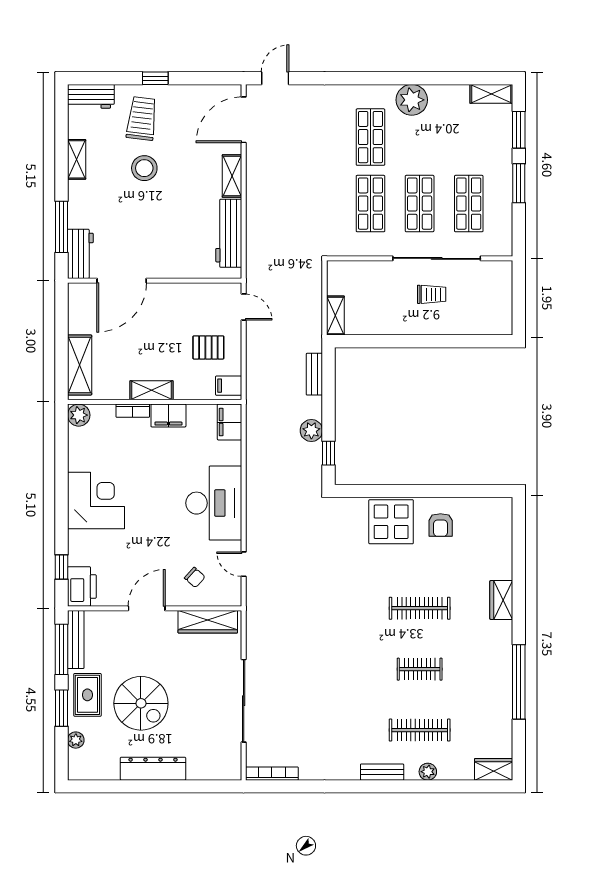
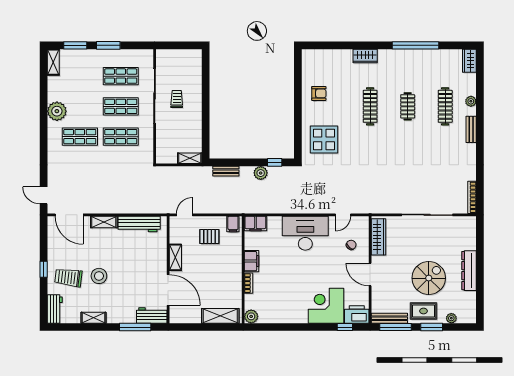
pallet: (208, 347) -> (209, 236), turned 90
shelving: (151, 390) -> (175, 257), moved
corner desk: (96, 501) -> (326, 306), moved
display table: (391, 522) -> (324, 139), moved

